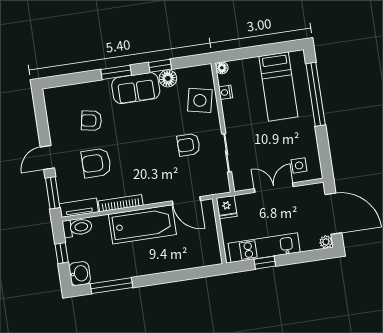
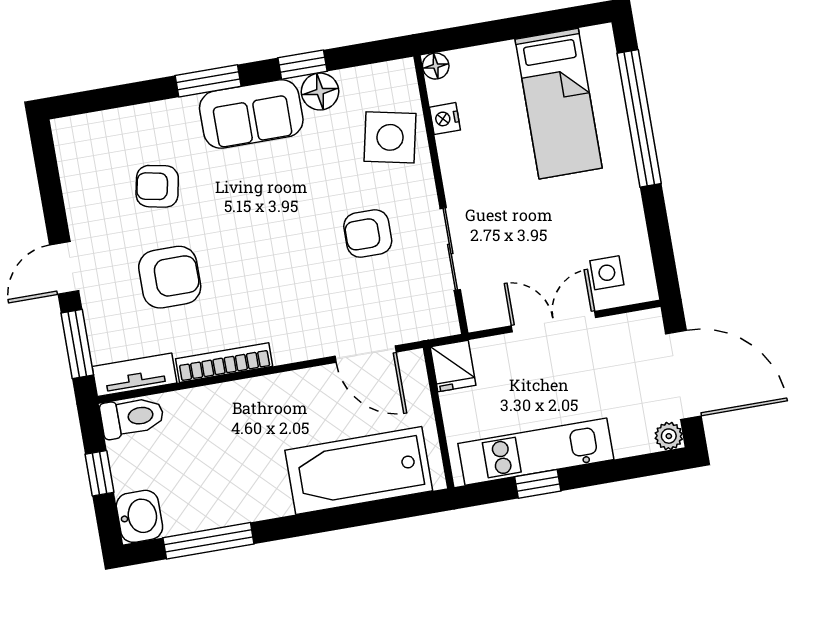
armchair: (96, 163) -> (170, 277), turned 180
bathtub: (142, 224) -> (359, 471), moved, turned 180

